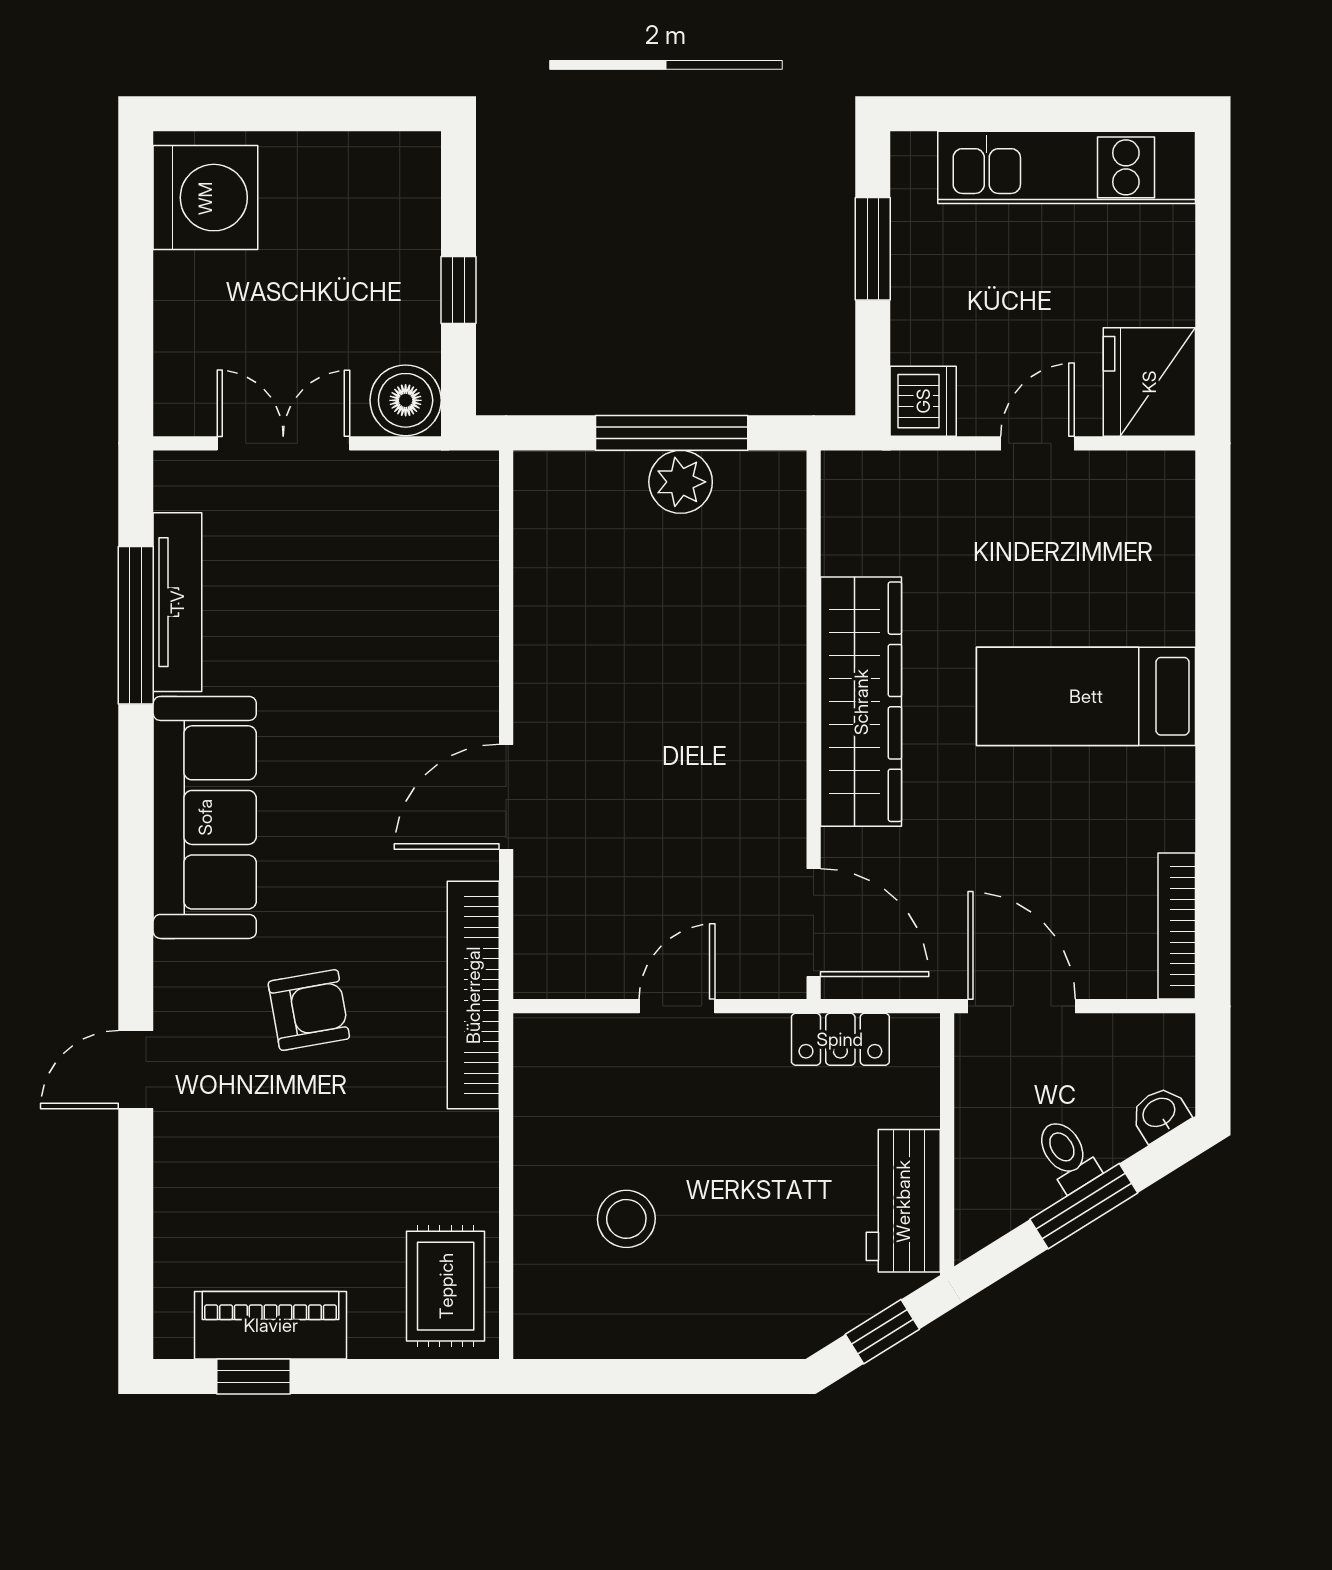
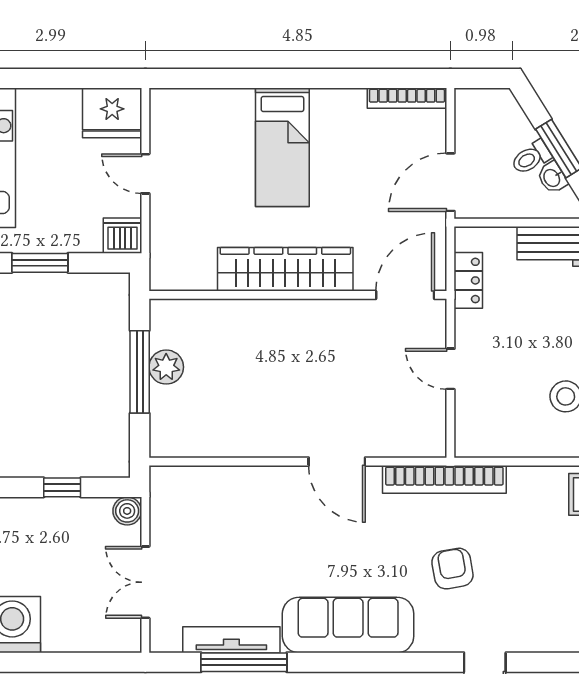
boiler: (406, 400) -> (127, 511), width x0.73, depth x0.73
washbasin: (1160, 1113) -> (552, 178), moved

